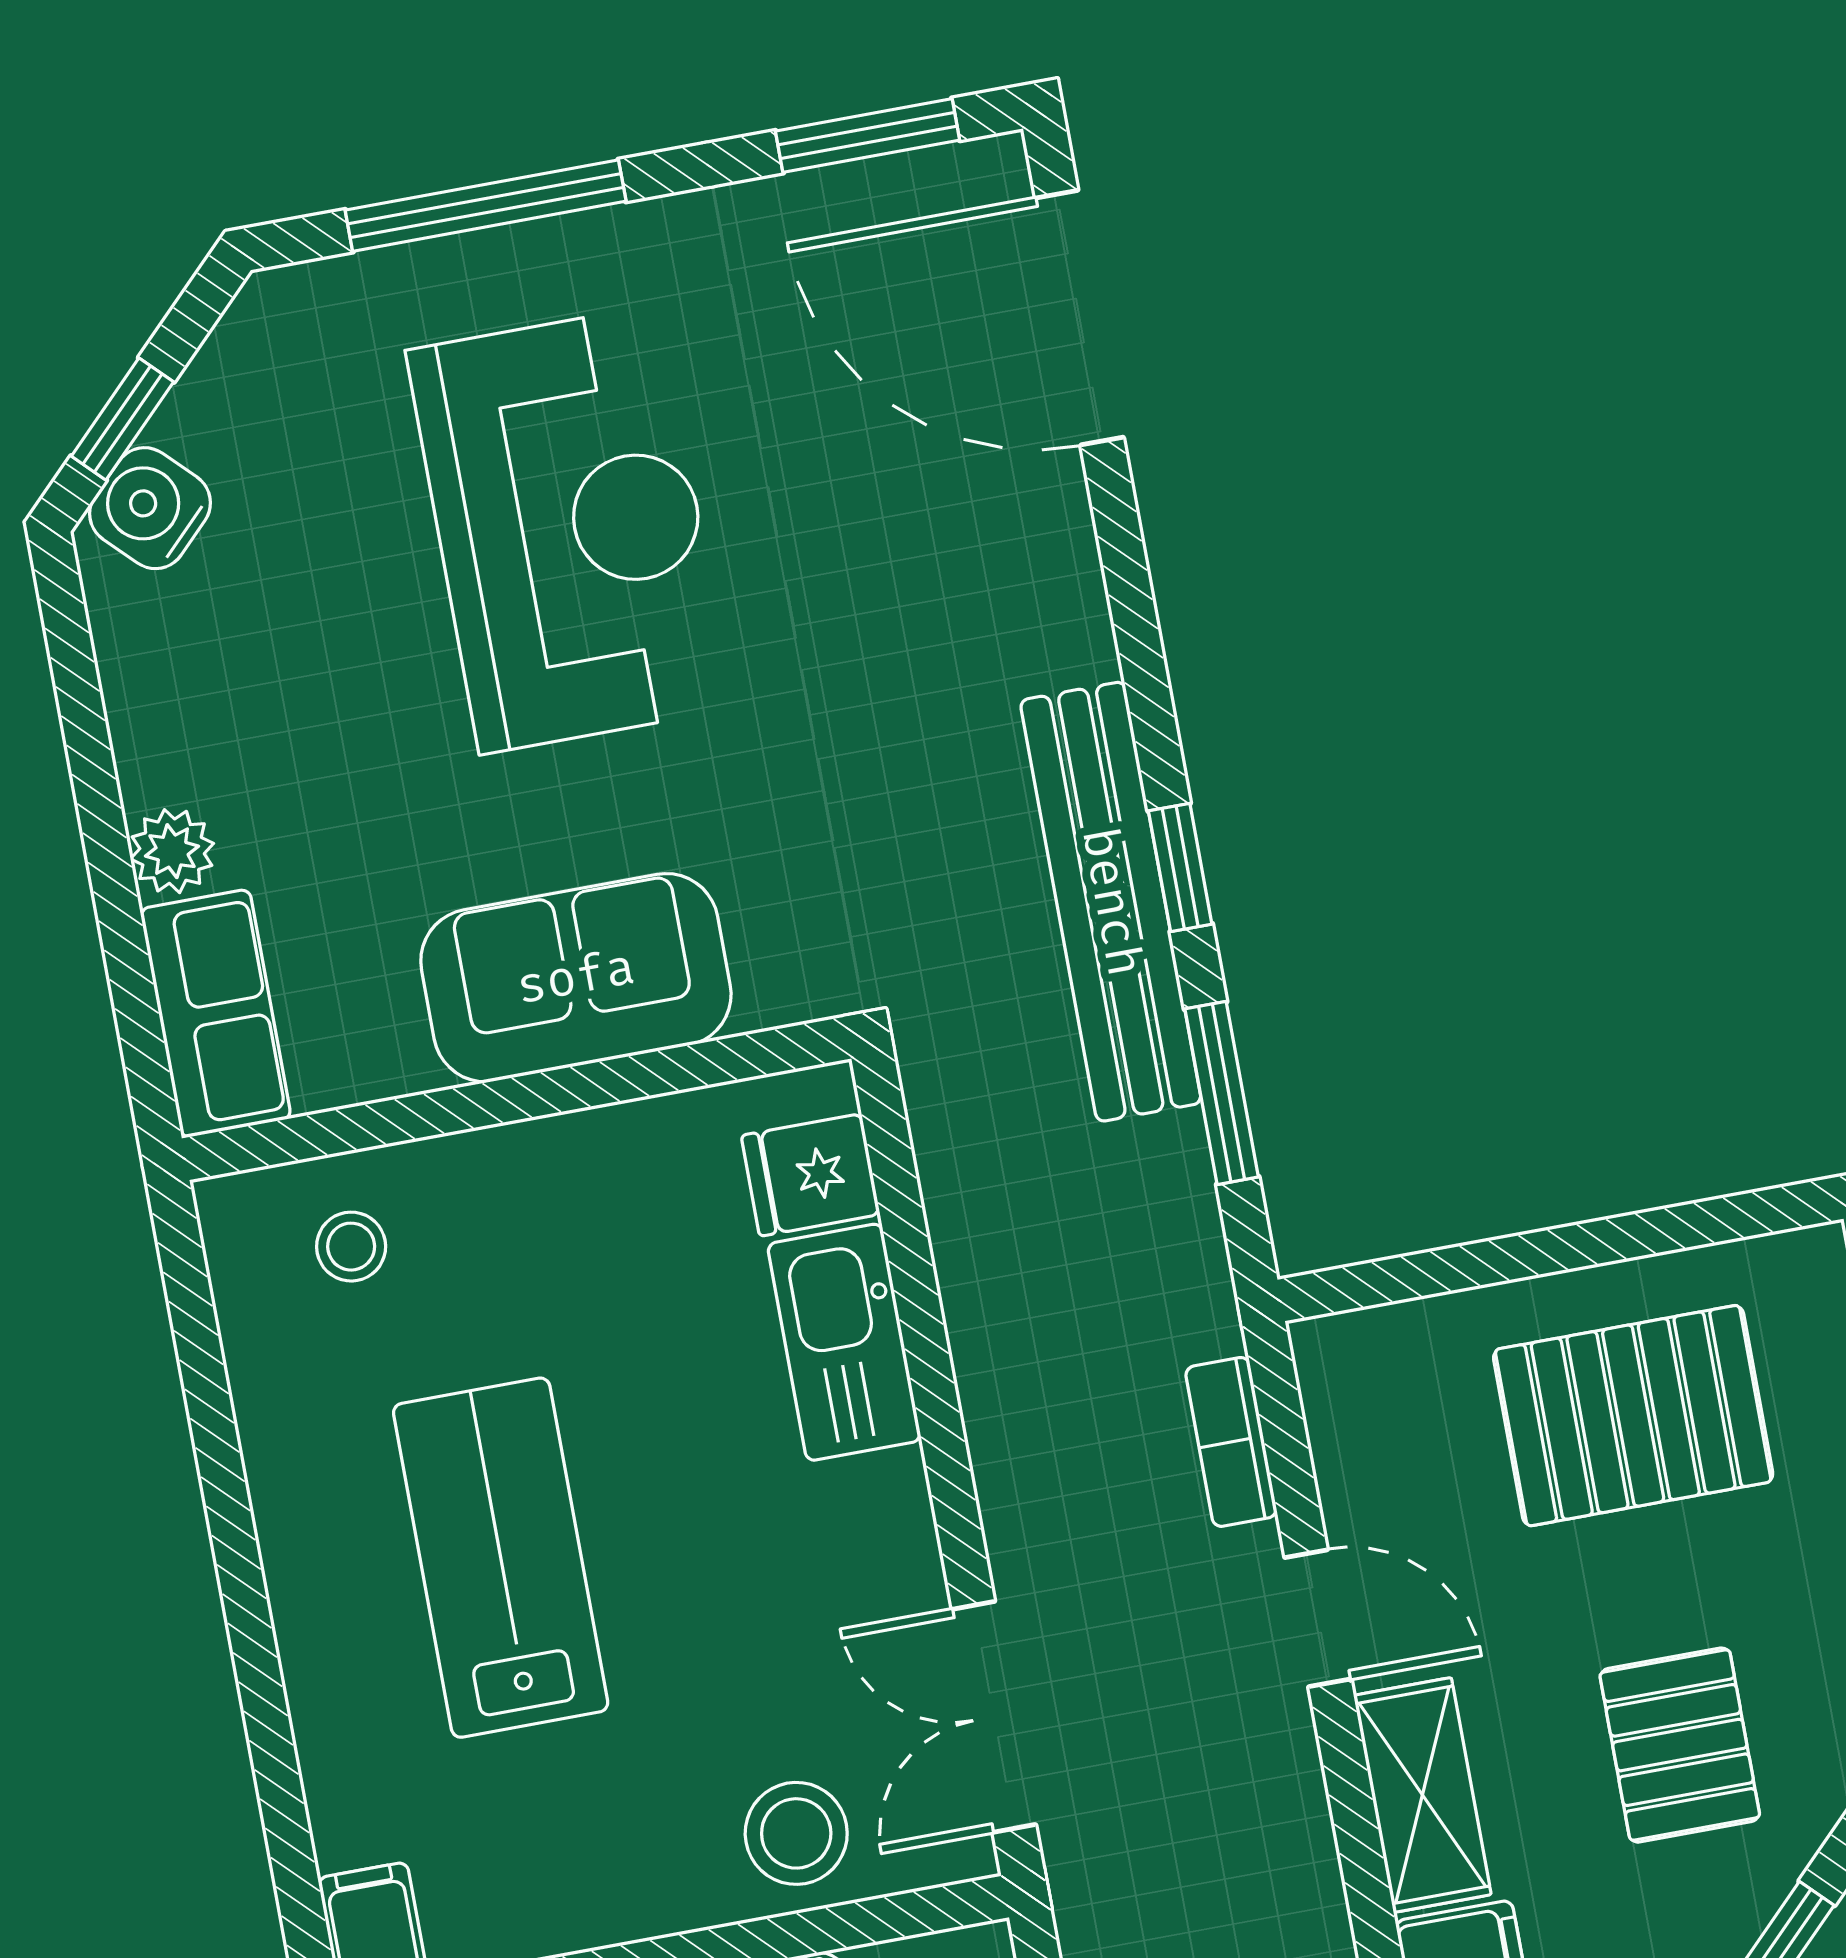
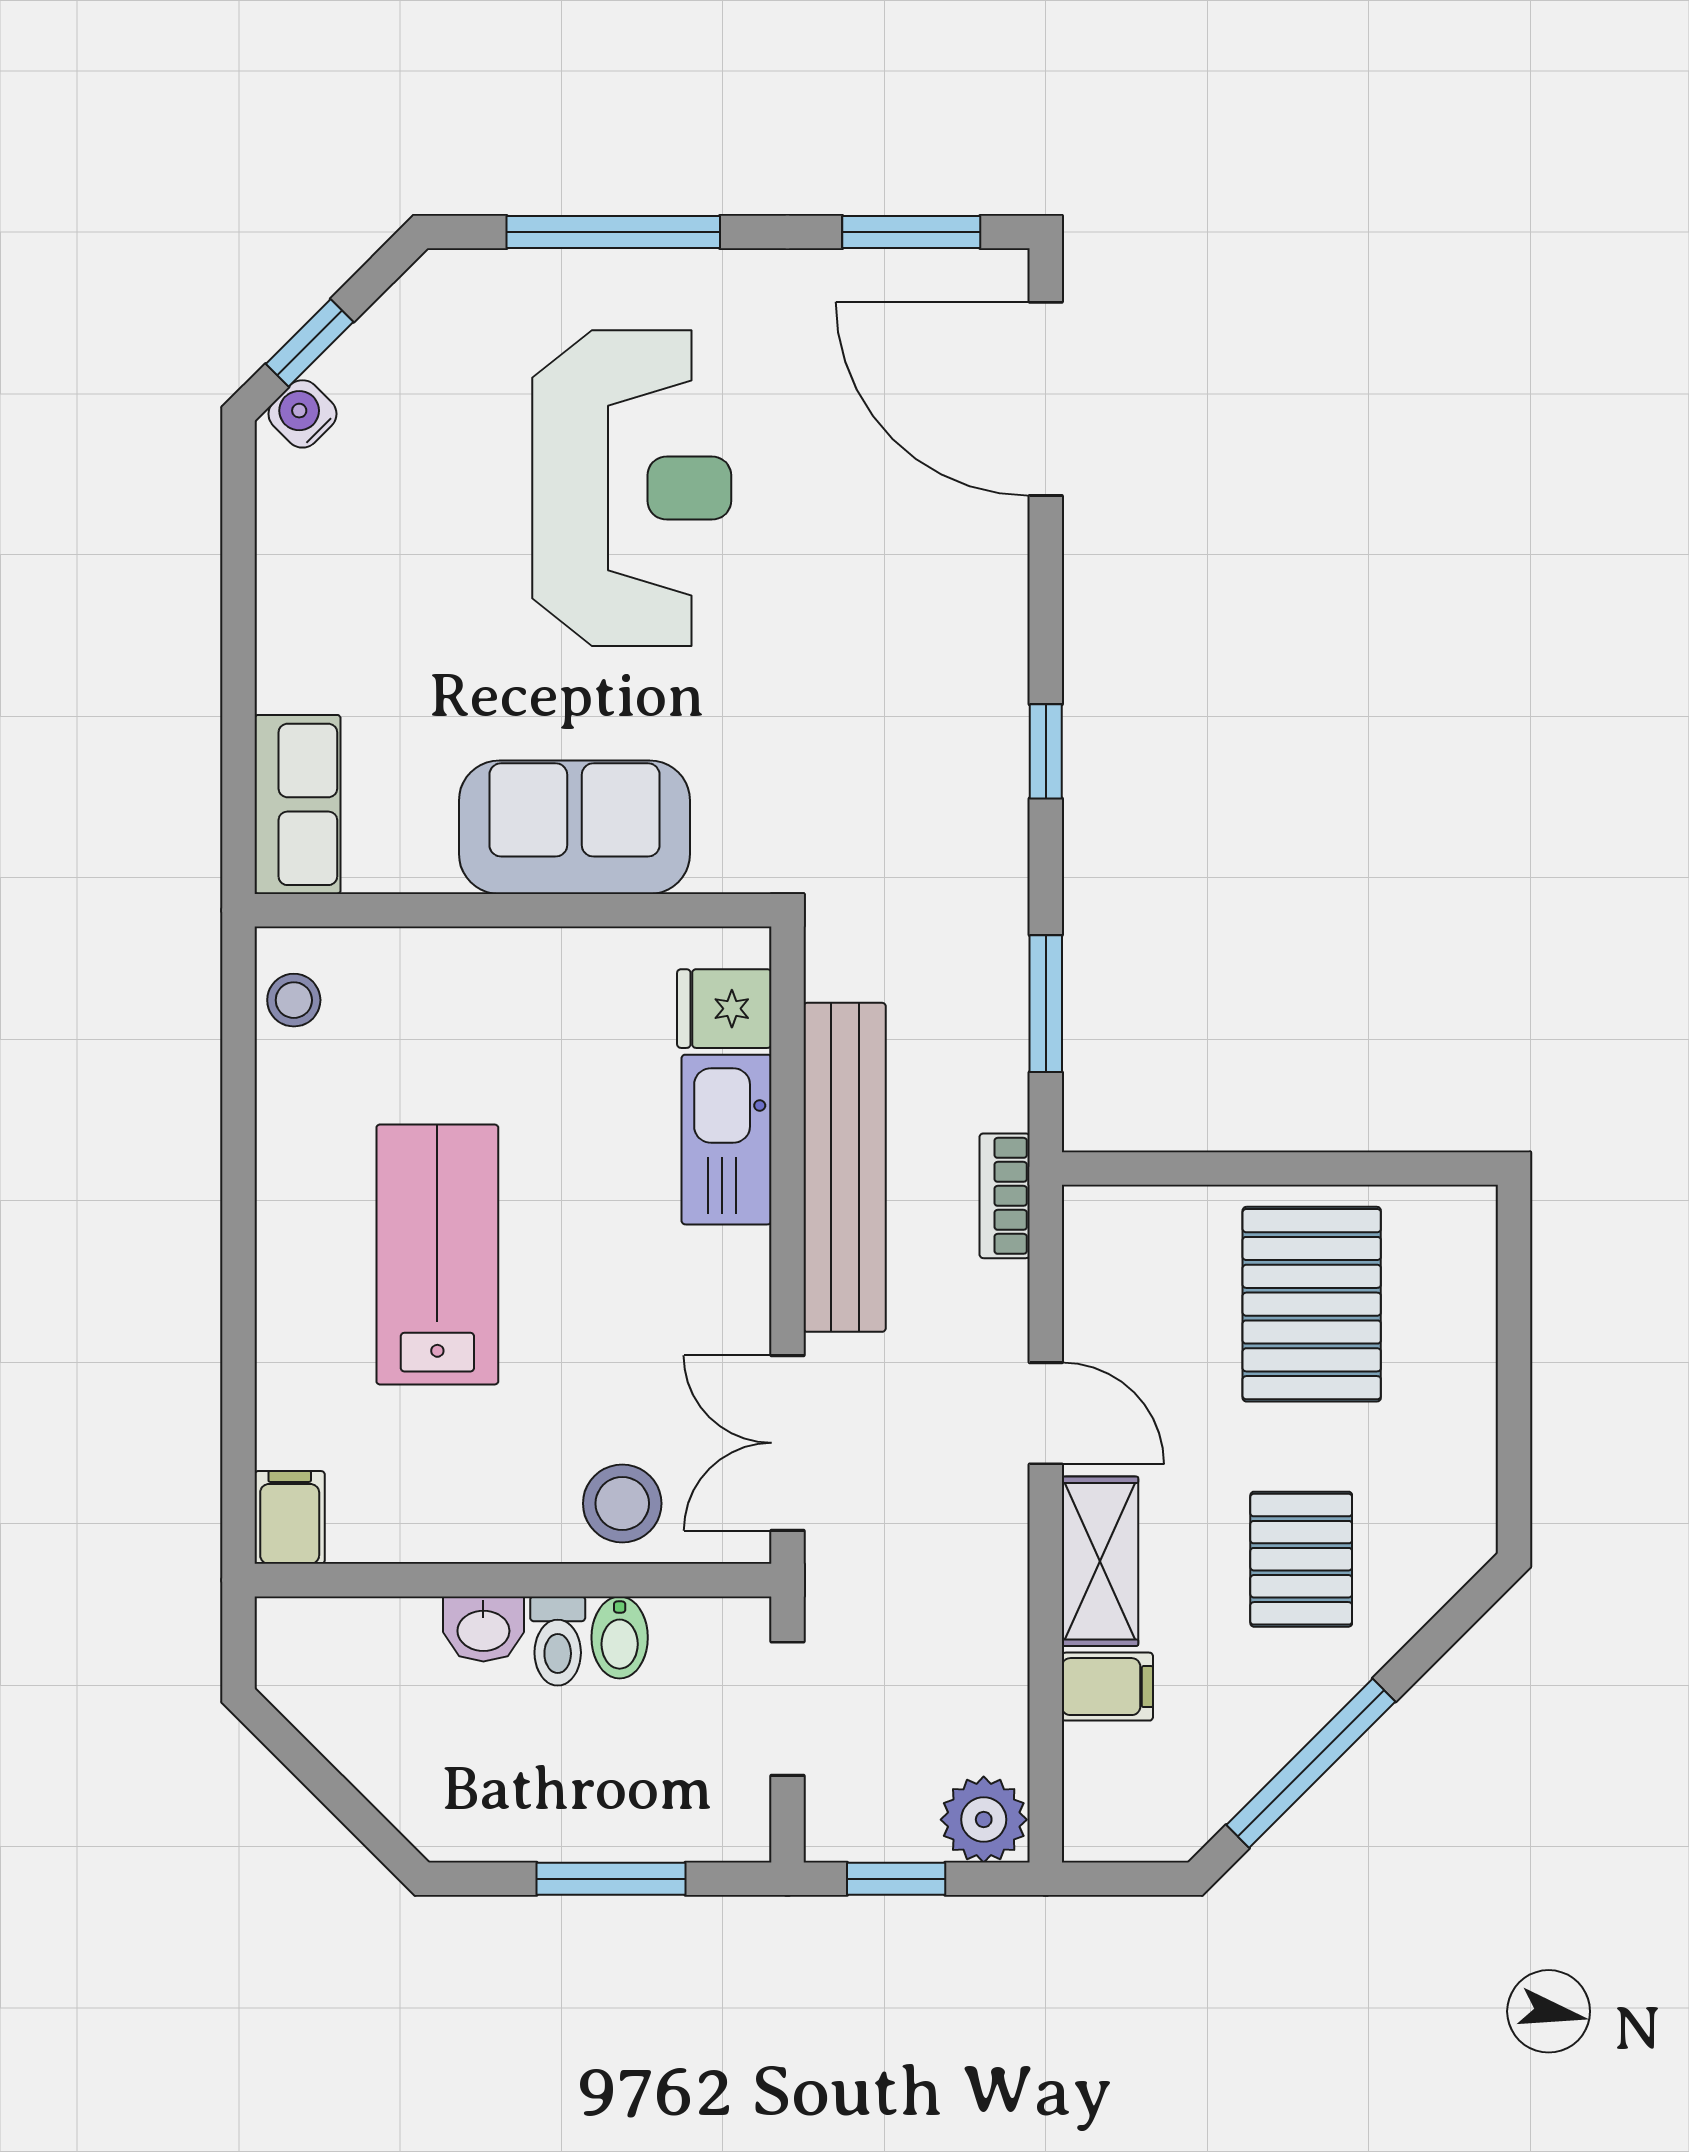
water cooler: (150, 508) -> (302, 414), width x0.72, depth x0.72
plant: (172, 851) -> (287, 676), removed
window: (1180, 868) -> (1046, 751), moved
bench: (1111, 902) -> (845, 1167), moved
stool: (351, 1247) -> (294, 1000), moved
pallet: (1633, 1416) -> (1312, 1304), turned 90
bookcase: (1231, 1442) -> (1005, 1196), moved

